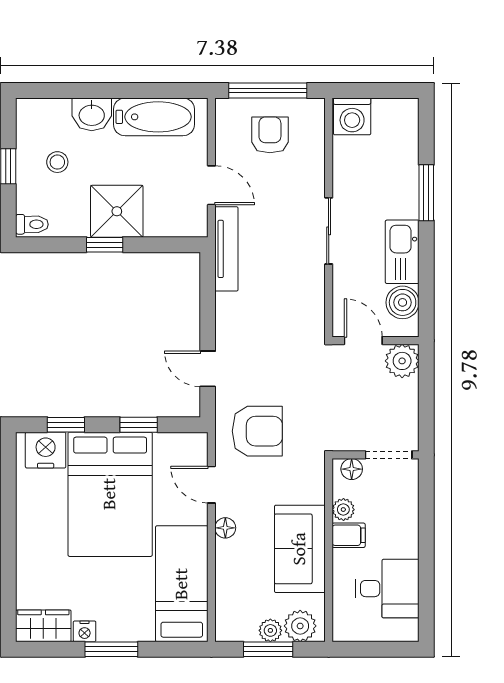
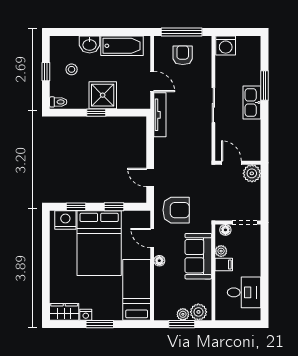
kitchen sink: (402, 252) -> (252, 102), moved
boiler: (403, 302) -> (252, 143), removed
sofa: (300, 549) -> (198, 256), moved

